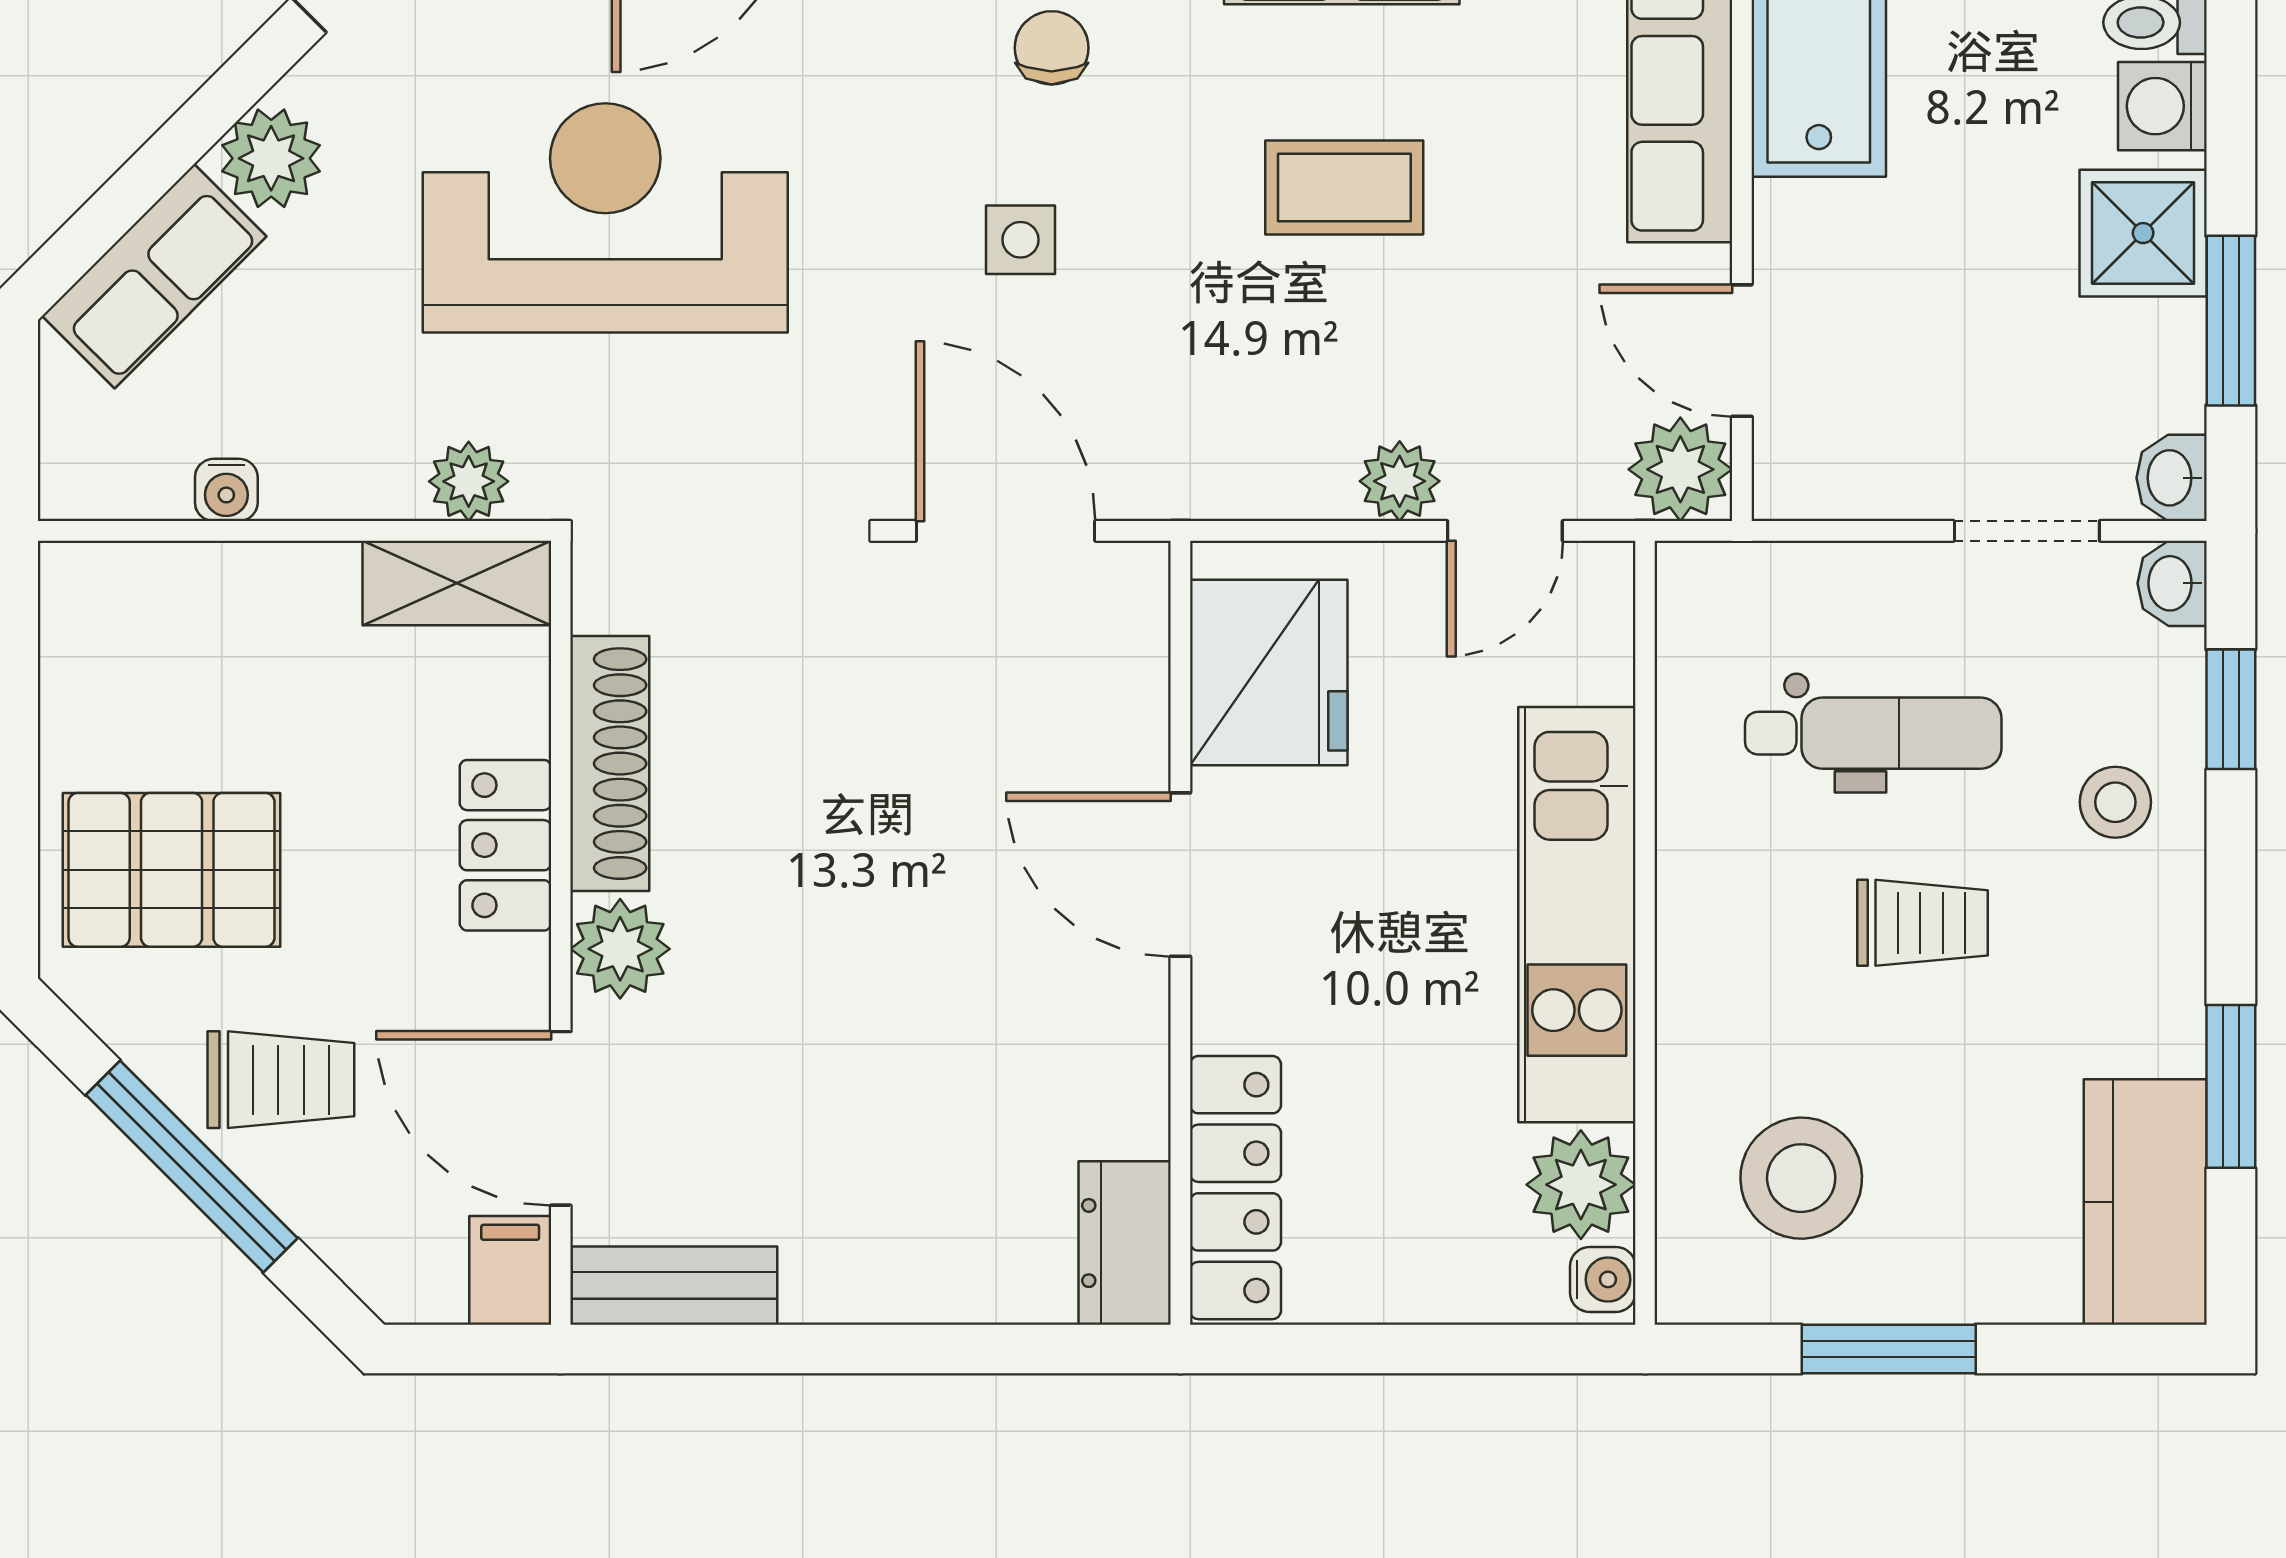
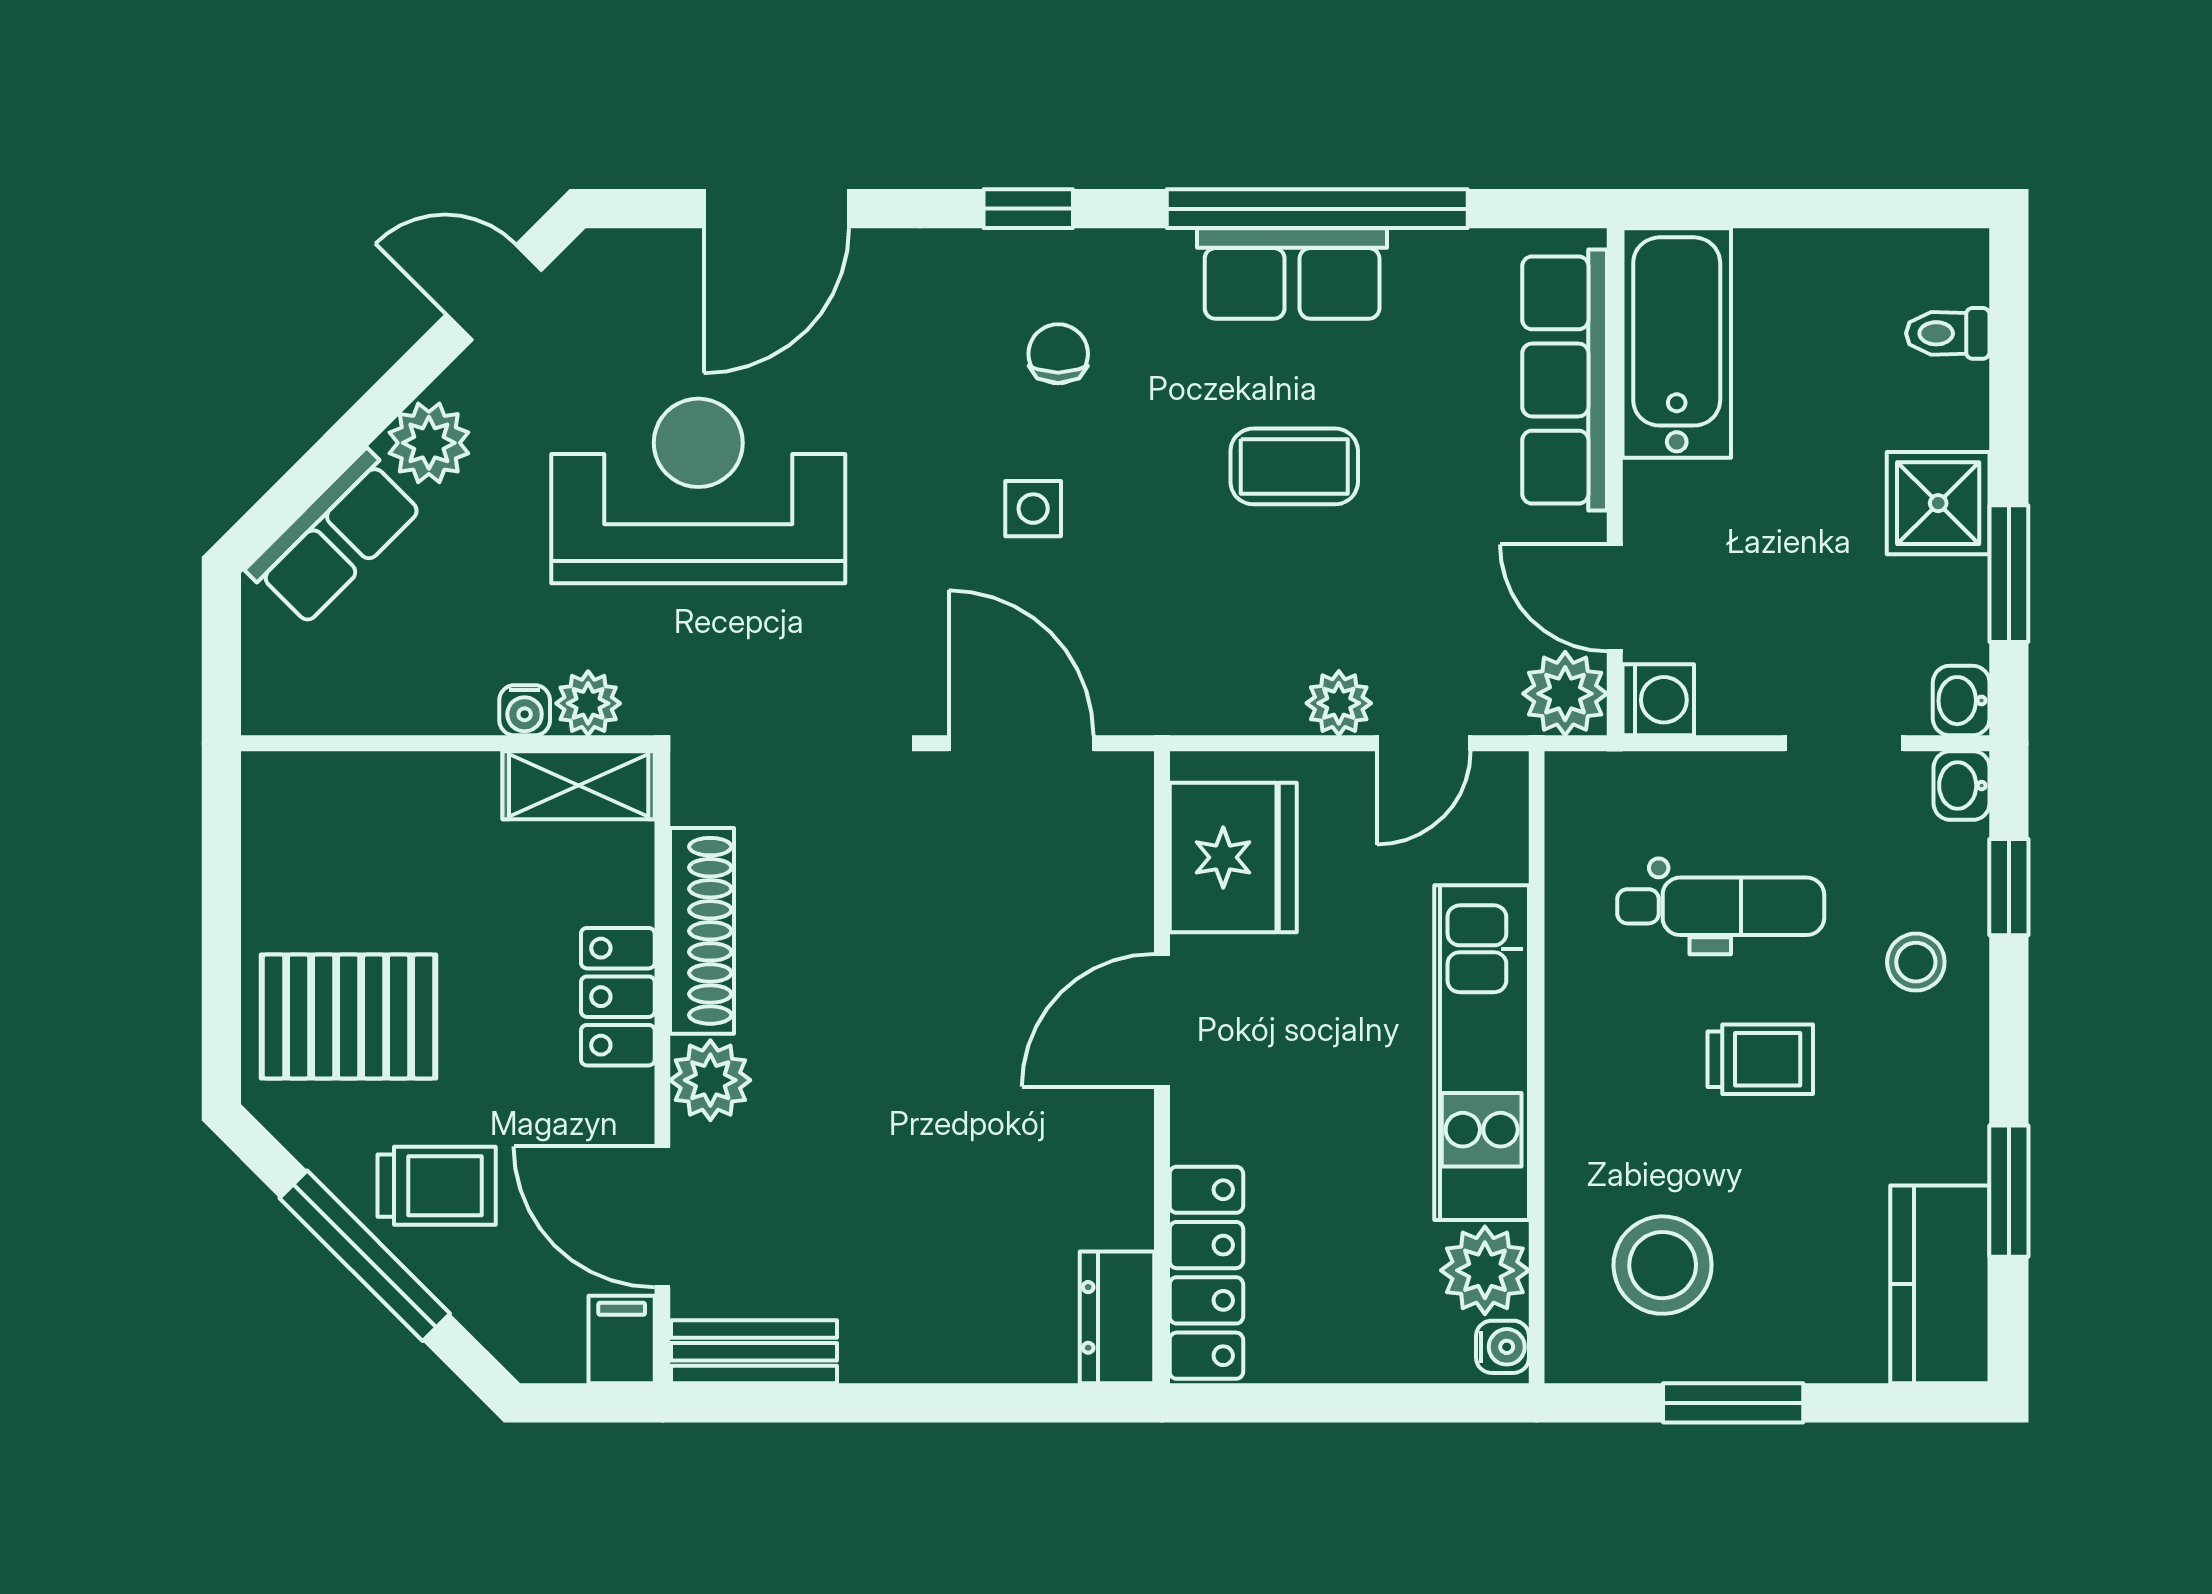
washing machine: (2162, 106) -> (1658, 700), moved, turned 180
water cooler: (226, 490) -> (525, 710), moved
door: (1180, 875) -> (1162, 1020), hinge flipped

